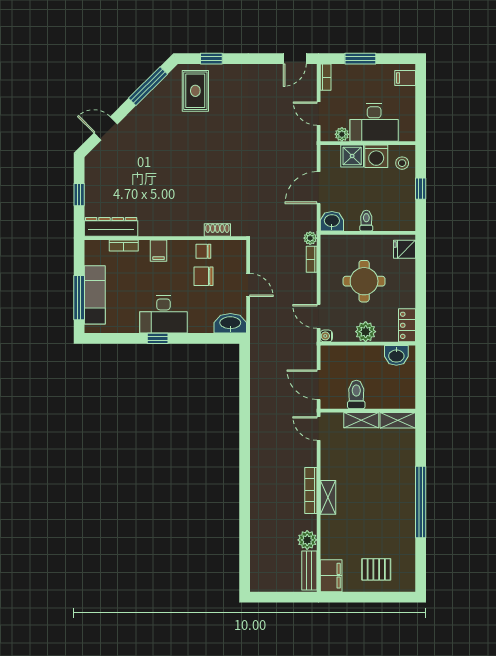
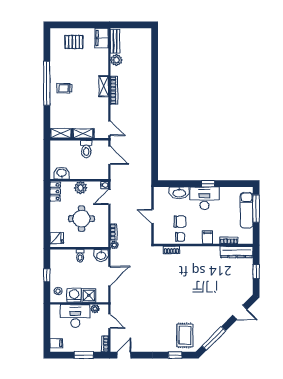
door: (319, 316) -> (109, 197), swing flipped
washbasin: (230, 323) -> (179, 193), moved
trolley: (392, 494) -> (65, 88), added

